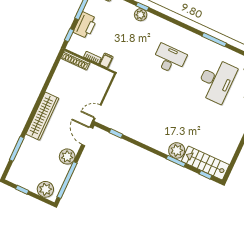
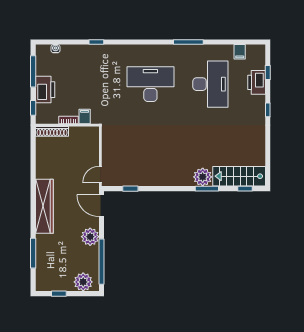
plant: (141, 15) -> (98, 51), removed
desk: (169, 59) -> (150, 84), width x1.36, depth x1.30

